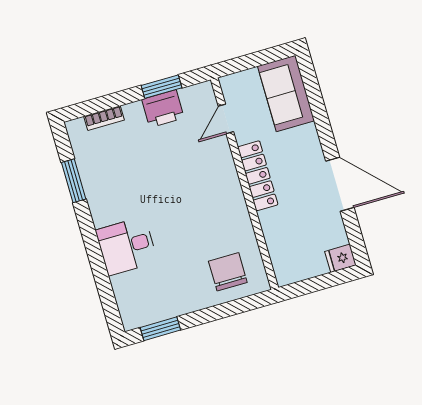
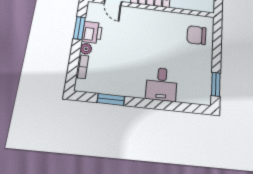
plant: (133, 111) -> (86, 49), added

